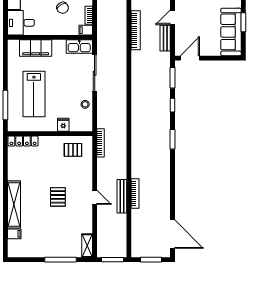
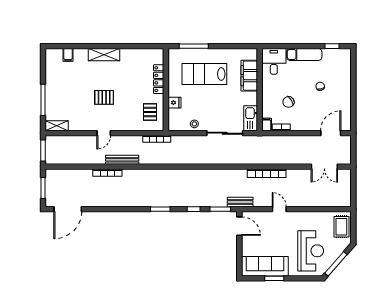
bench: (165, 38) -> (240, 202), moved
locker: (23, 141) -> (159, 79), moved
bench: (122, 196) -> (122, 160), moved
shelving: (14, 204) -> (104, 55), width x0.68

